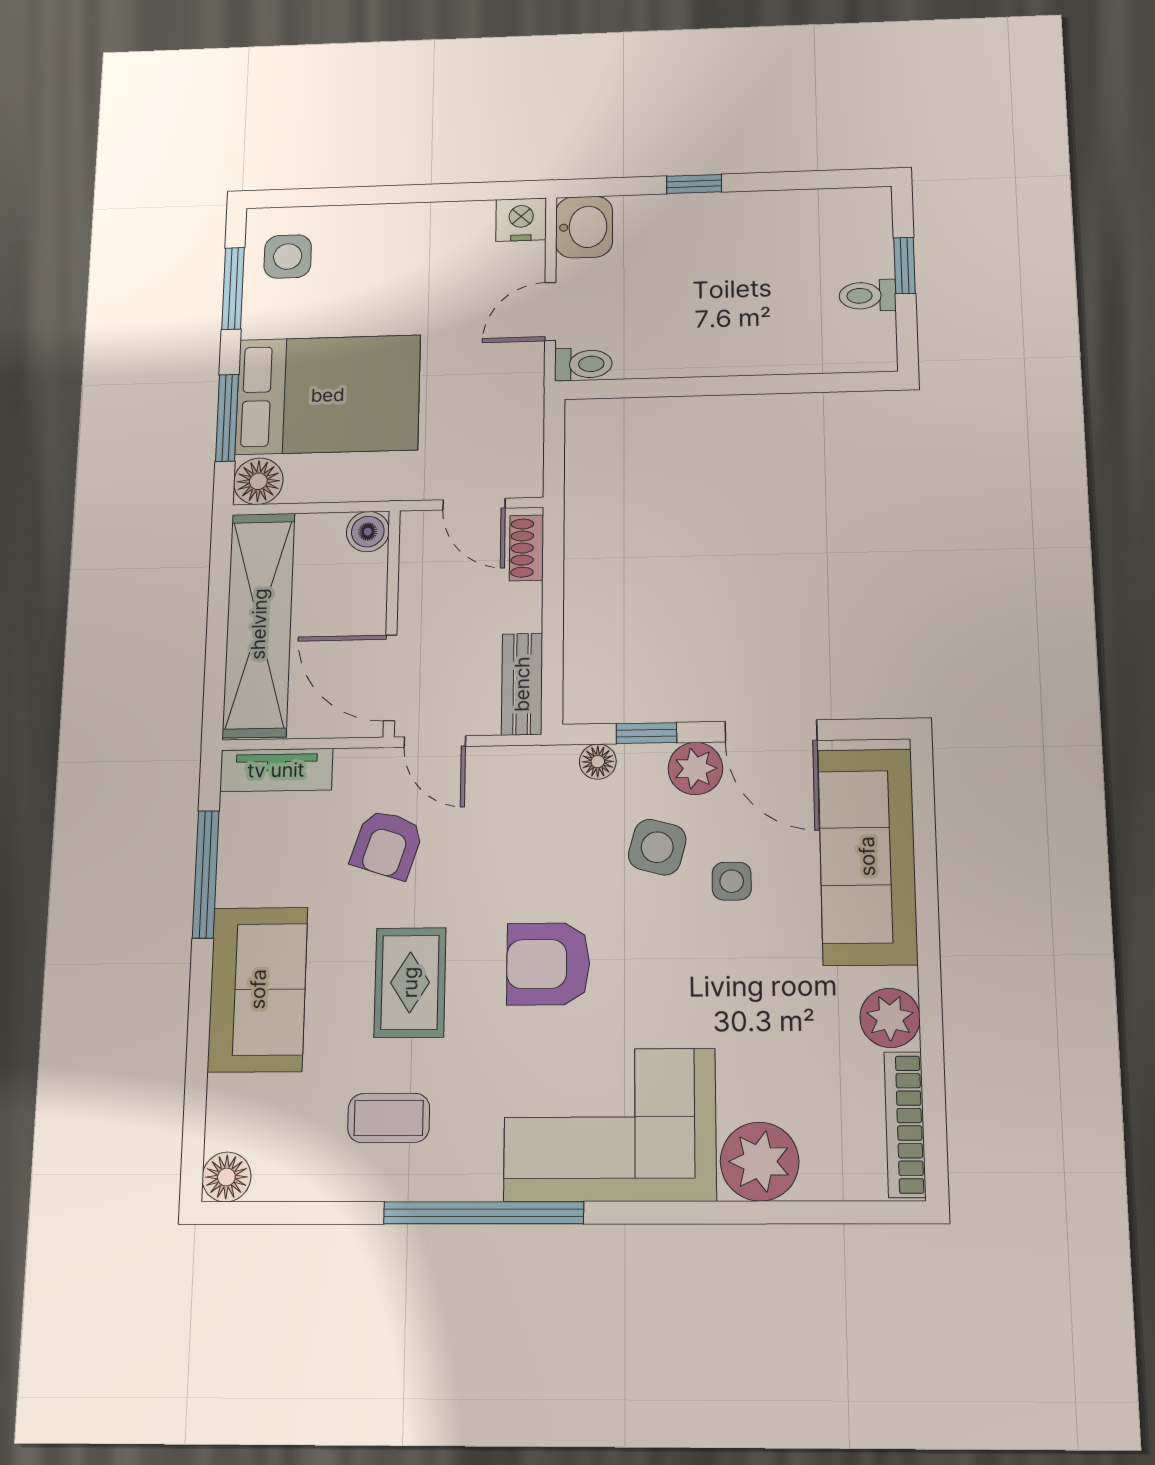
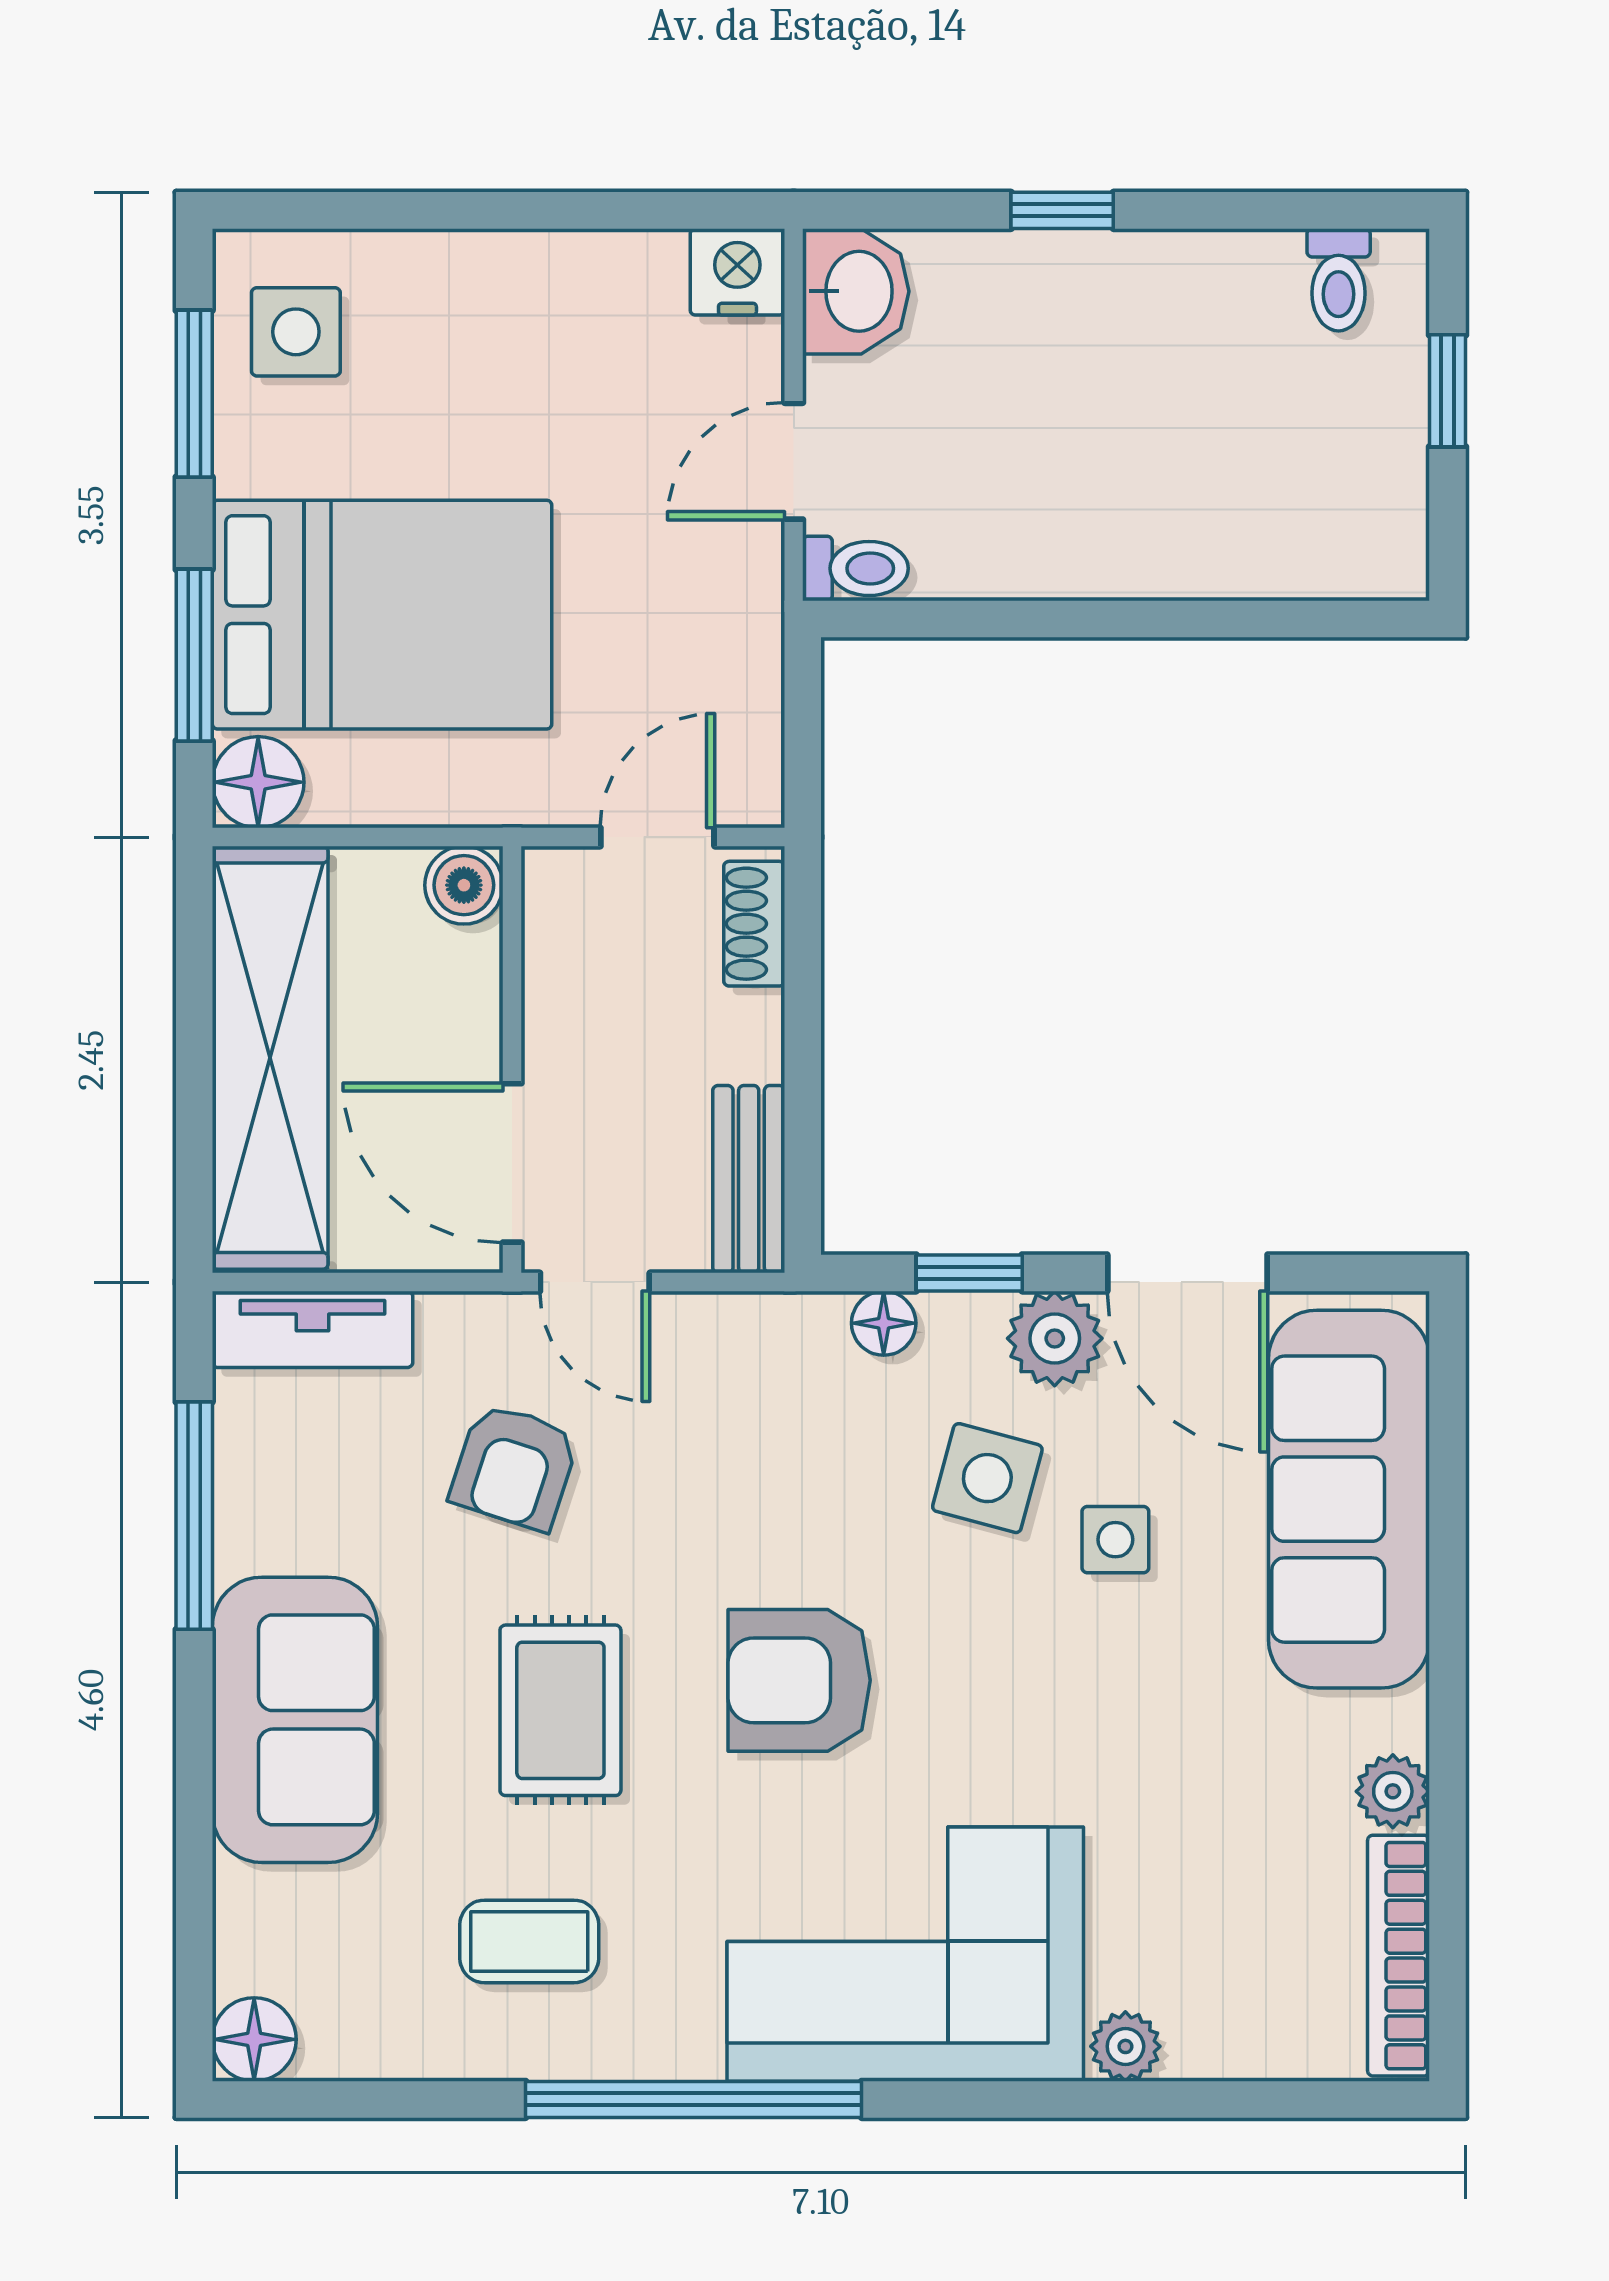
toilet: (867, 296) -> (1339, 280), moved, turned -90
door: (474, 504) -> (657, 837), swing flipped
plant: (890, 1018) -> (1393, 1791), width x0.73, depth x0.73
plant: (760, 1162) -> (1125, 2046), width x0.53, depth x0.53

